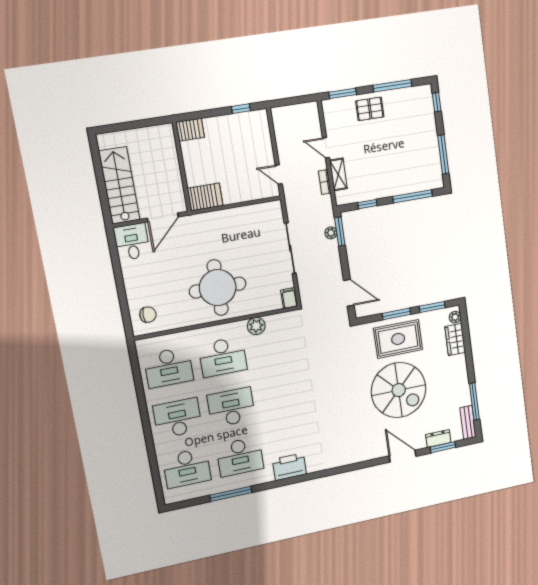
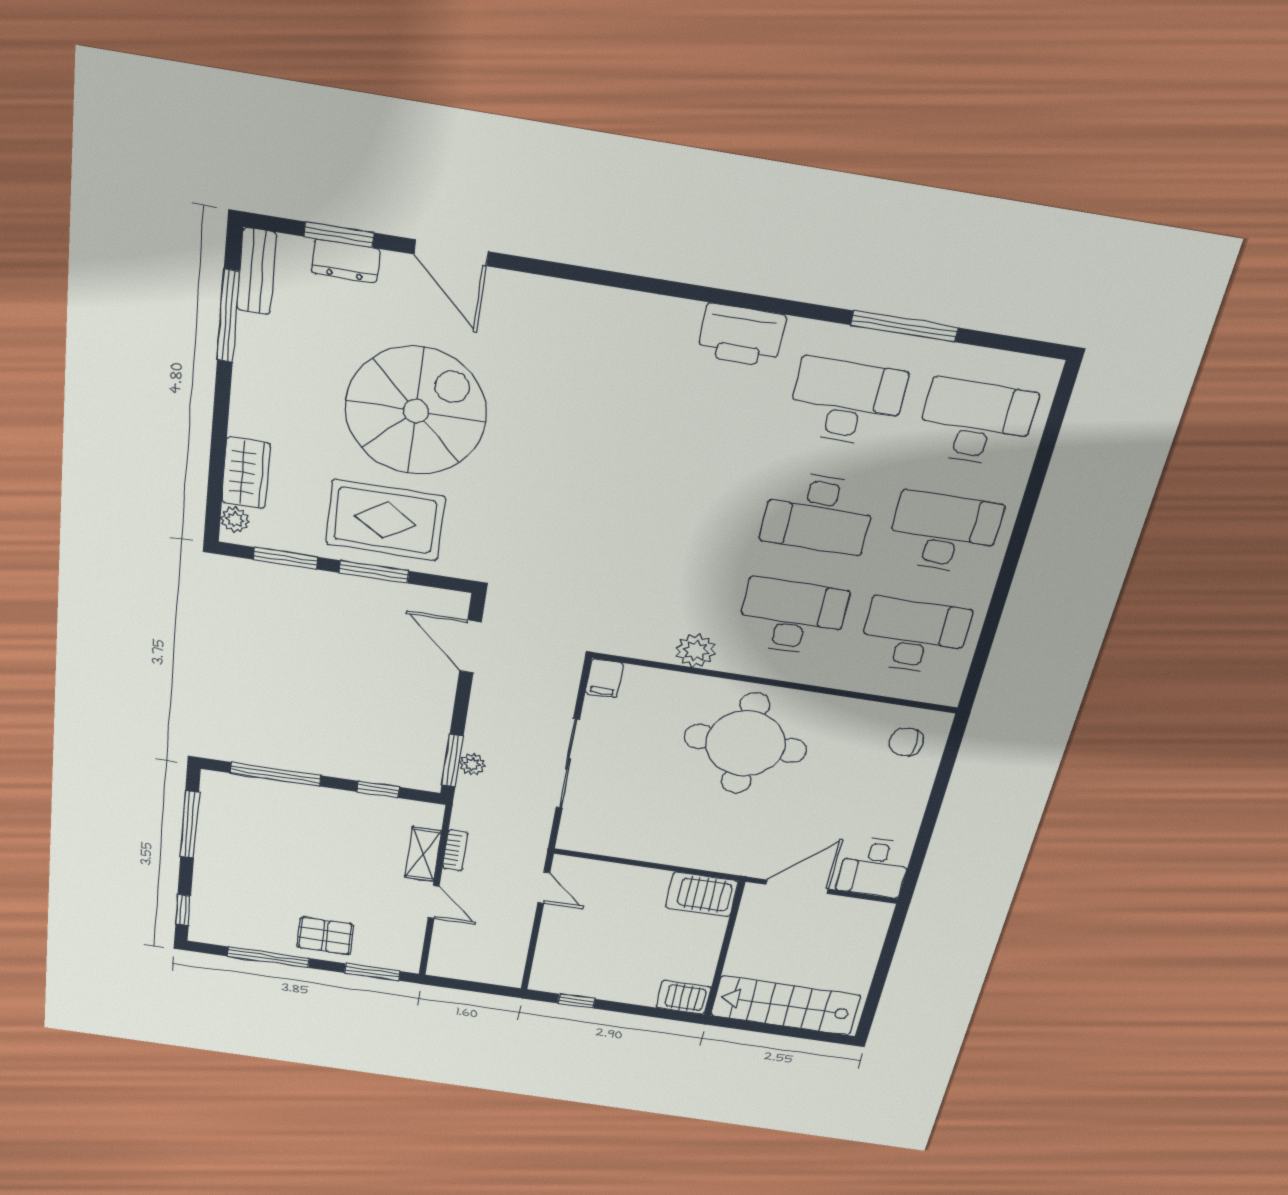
stairs: (119, 185) -> (786, 1006), moved, turned 90
spiral stairs: (399, 390) -> (416, 411), turned 90
desk: (178, 418) -> (944, 533), turned 180

